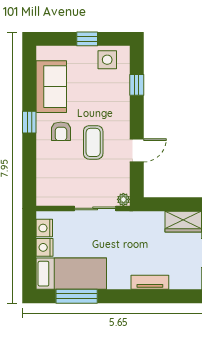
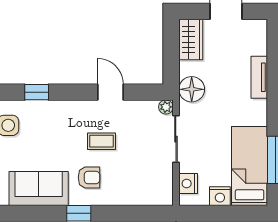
coffee table: (93, 142) -> (102, 141), width x0.73, depth x0.77
floor lamp: (139, 222) -> (192, 89), added
nightstand: (44, 228) -> (188, 184), moved, turned 90

